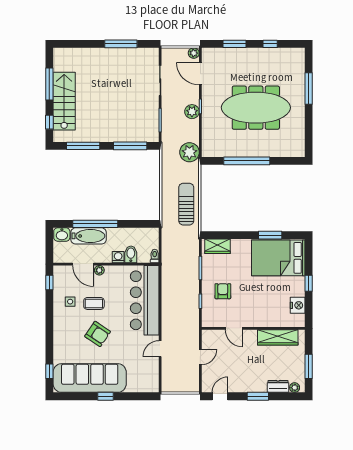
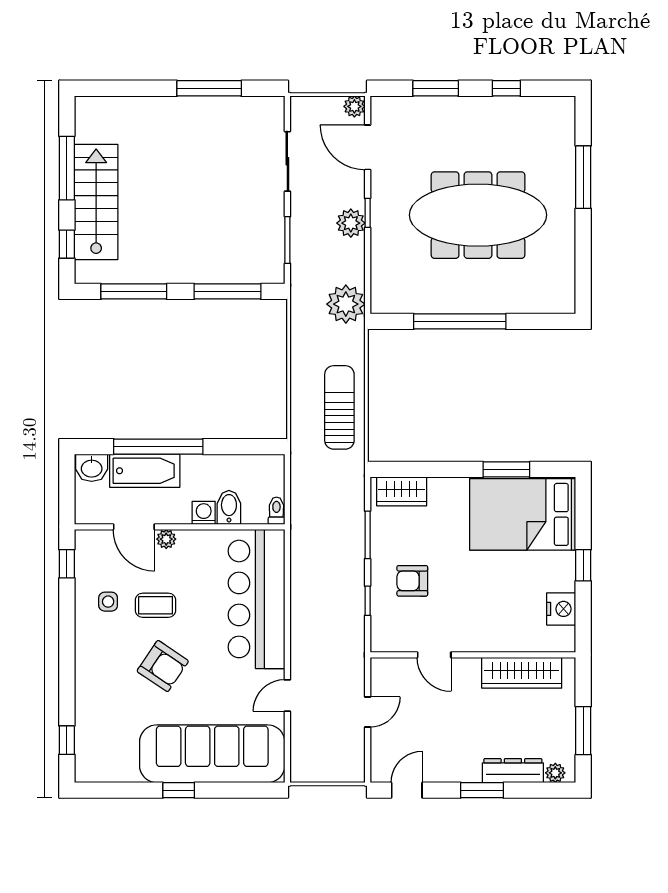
armchair: (223, 291) -> (412, 581), turned -90
sofa: (90, 378) -> (212, 754), moved
dresser: (278, 386) -> (513, 771), width x1.44

